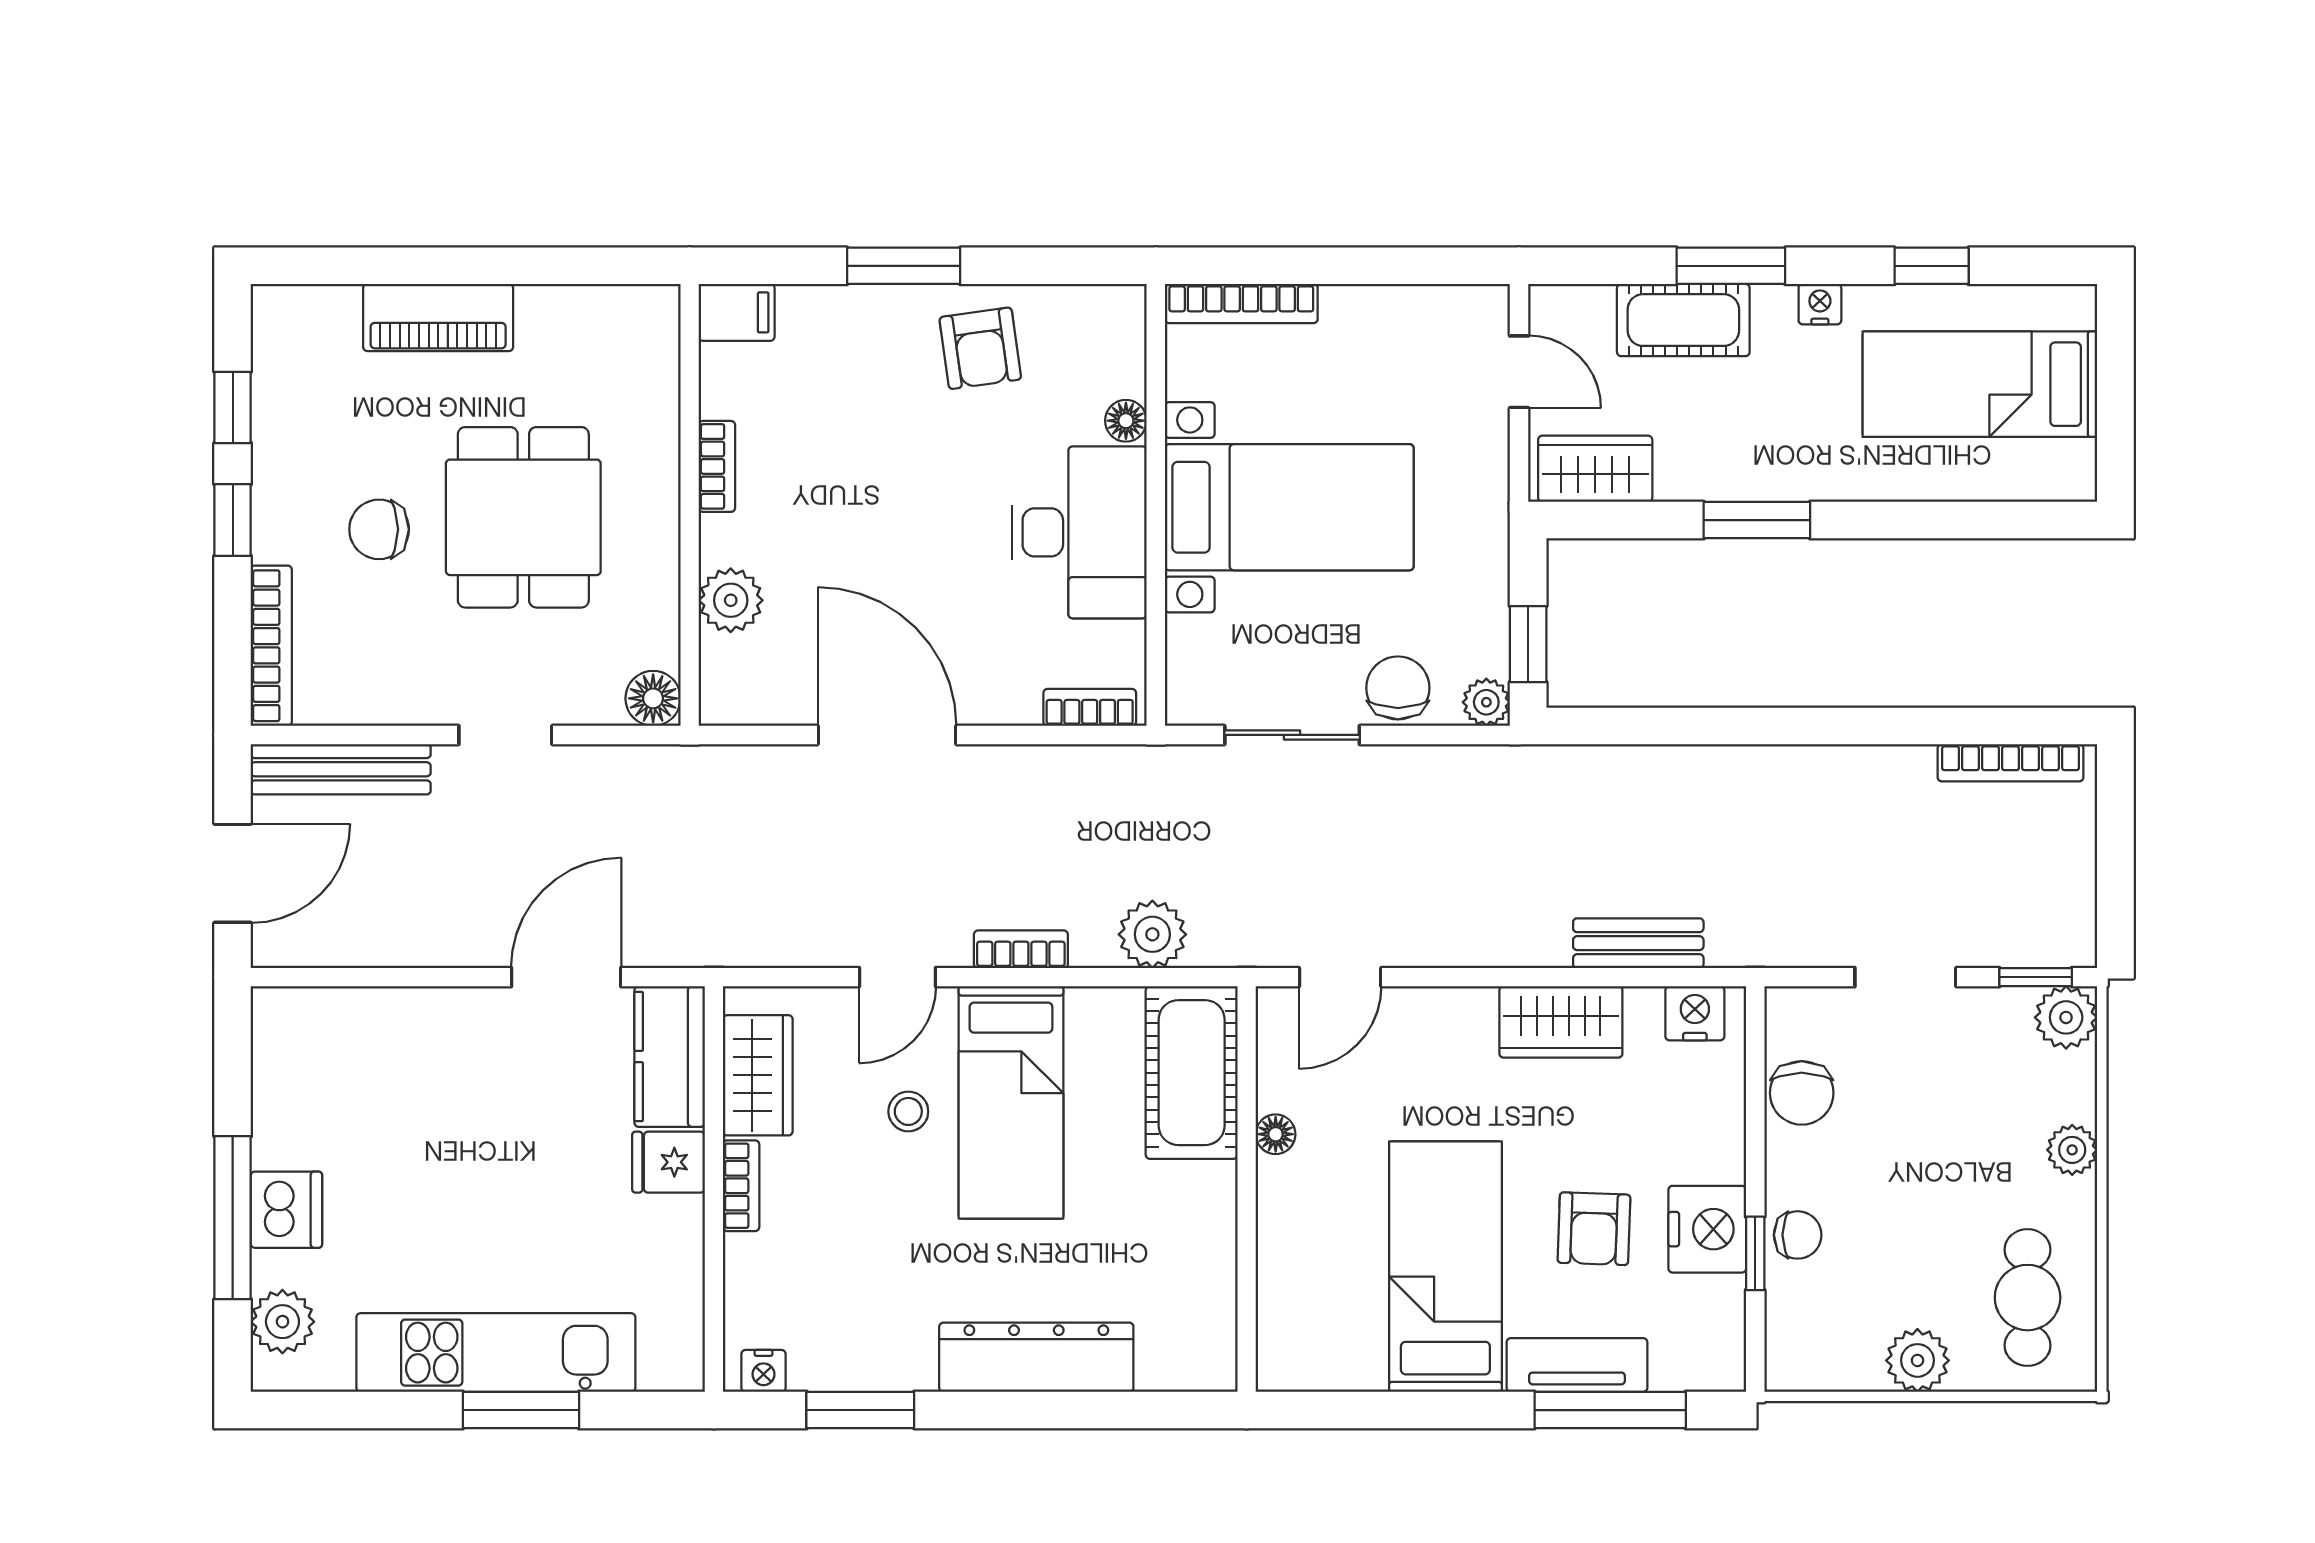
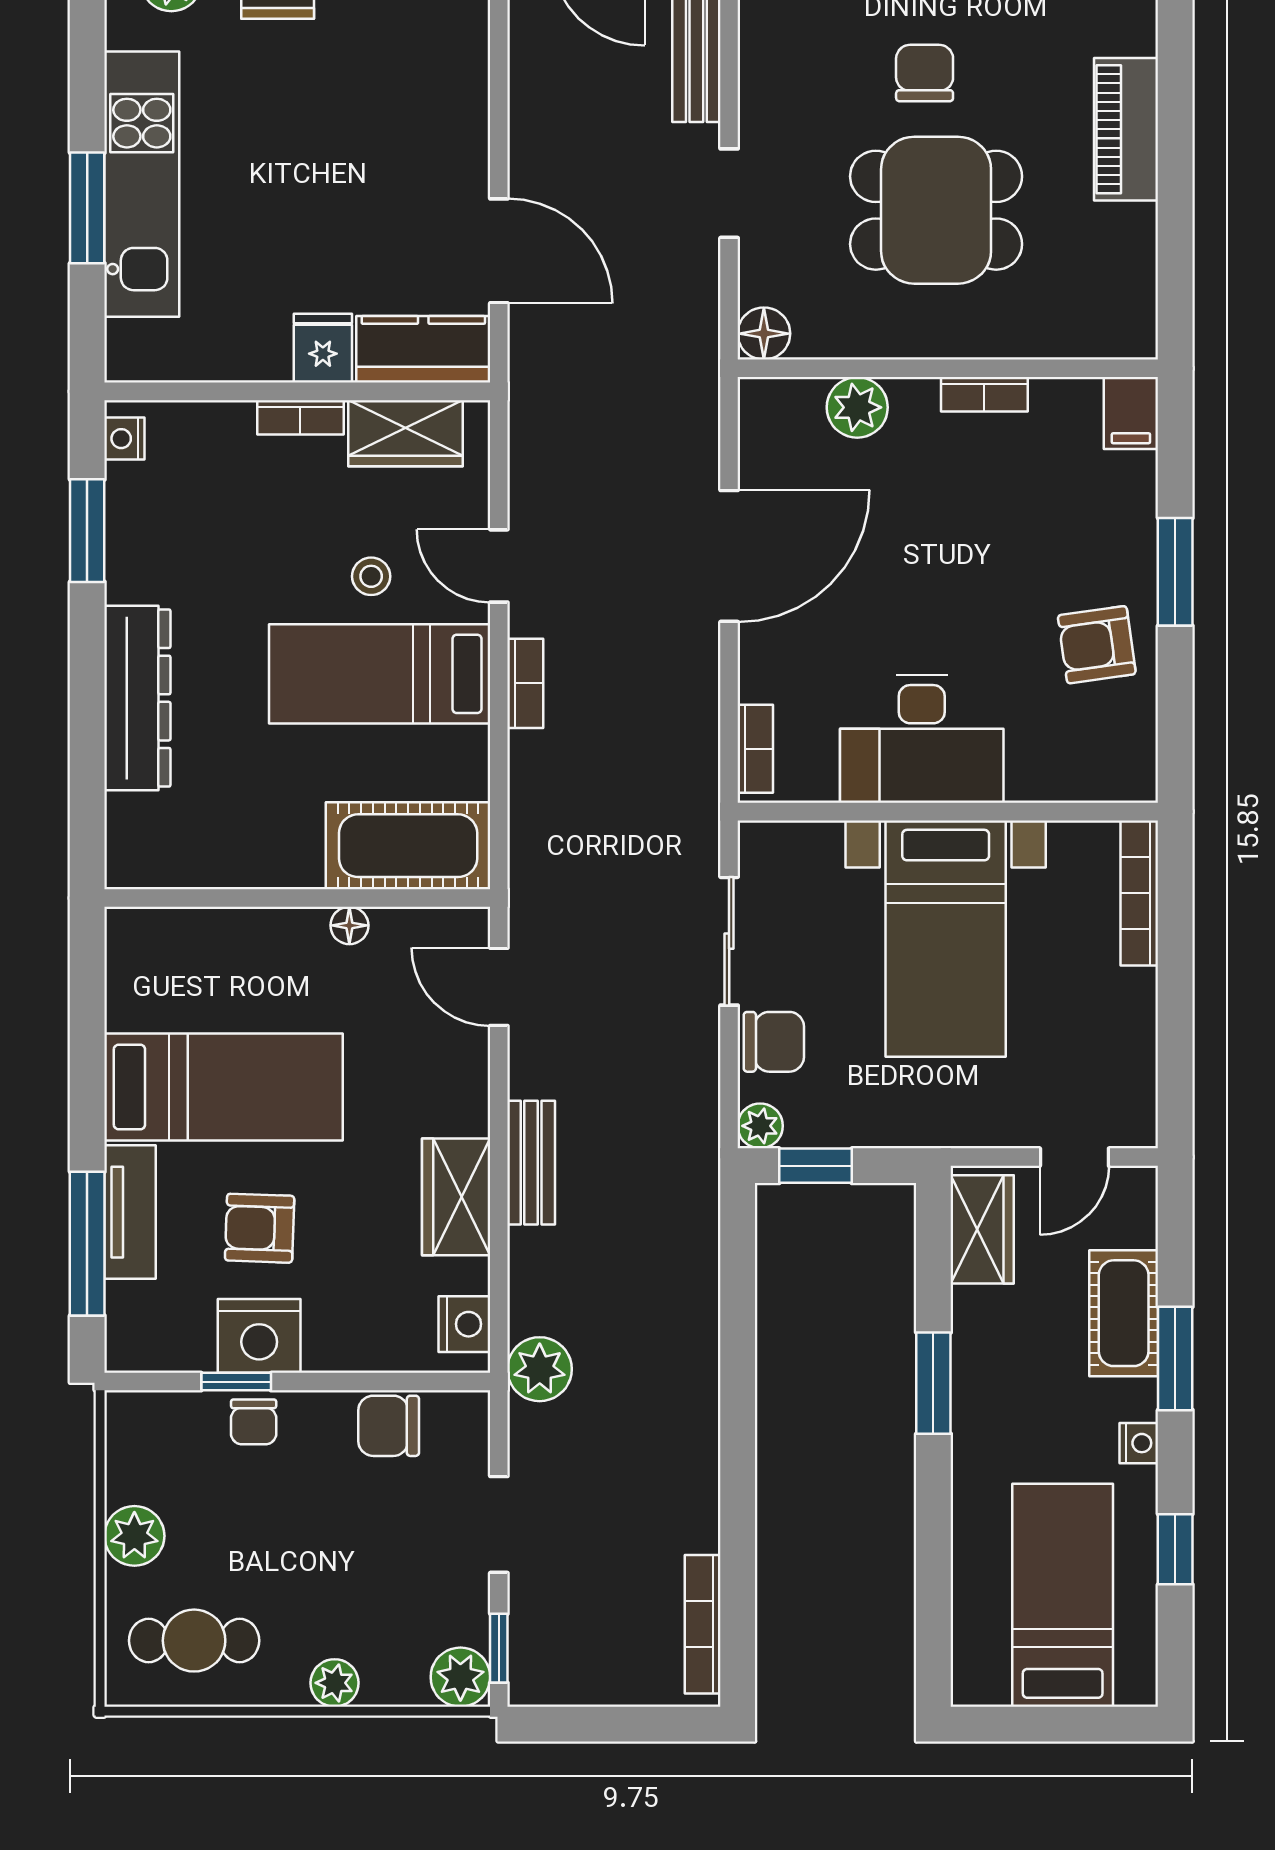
floor lamp: (1126, 421) -> (1028, 783), removed
plant: (1152, 934) -> (540, 1369), moved
bench: (1638, 943) -> (531, 1163), moved

